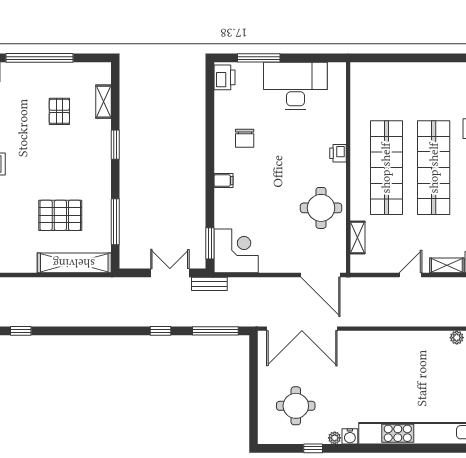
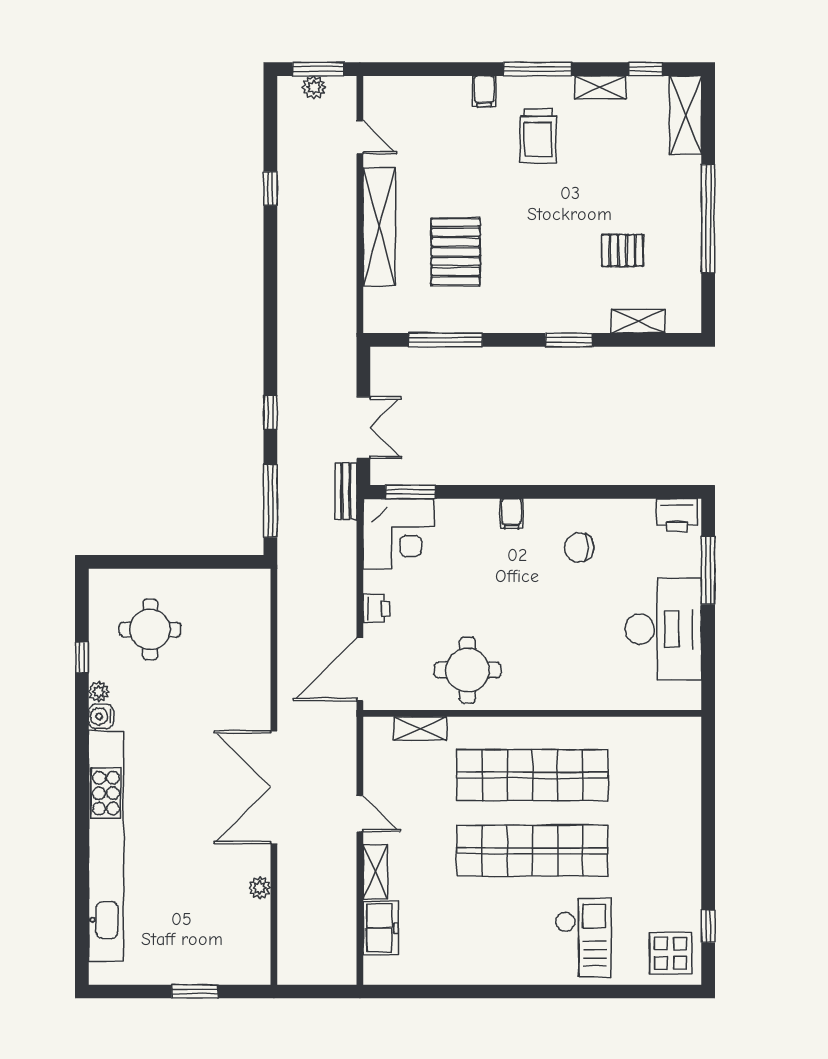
printer: (338, 153) -> (376, 608), moved, turned 90
shelving: (74, 263) -> (379, 227), moved
double door: (302, 329) -> (274, 787), moved

